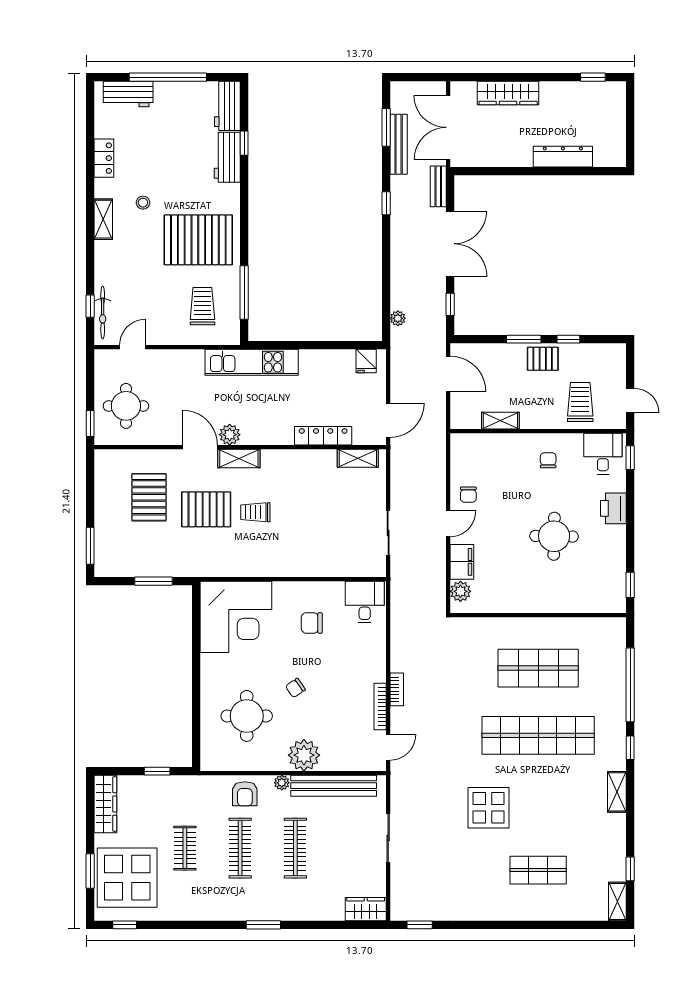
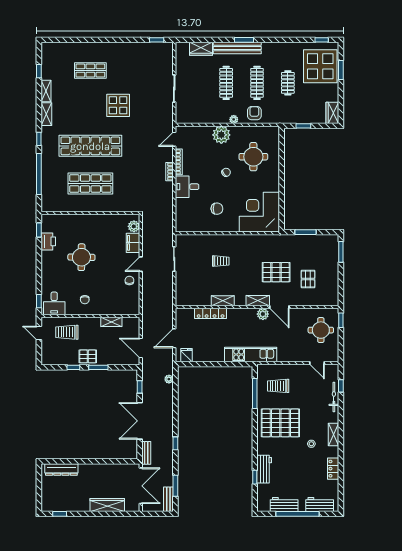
workbench: (227, 106) -> (284, 505), moved, turned -90
bench: (399, 144) -> (168, 499), moved, width x0.73
dresser: (563, 157) -> (61, 469), moved
trolley: (202, 306) -> (278, 386), turned 90
bicycle: (103, 313) -> (334, 397), moved
door: (133, 347) -> (317, 363), hinge flipped
trolley: (580, 402) -> (67, 332), turned 90
door: (388, 420) -> (174, 338), moved
shelving: (358, 458) -> (223, 301), moved
pallet: (149, 497) -> (308, 279), width x0.67, depth x0.71
printer: (613, 508) -> (48, 241), moved
trolley: (255, 512) -> (221, 261), moved
desk: (365, 602) -> (187, 187), moved, turned 90
bench: (334, 786) -> (237, 48), moved
wardrobe: (105, 804) -> (332, 113), width x0.67
shelving: (617, 902) -> (46, 91), moved
wardrobe: (366, 909) -> (201, 49), moved

